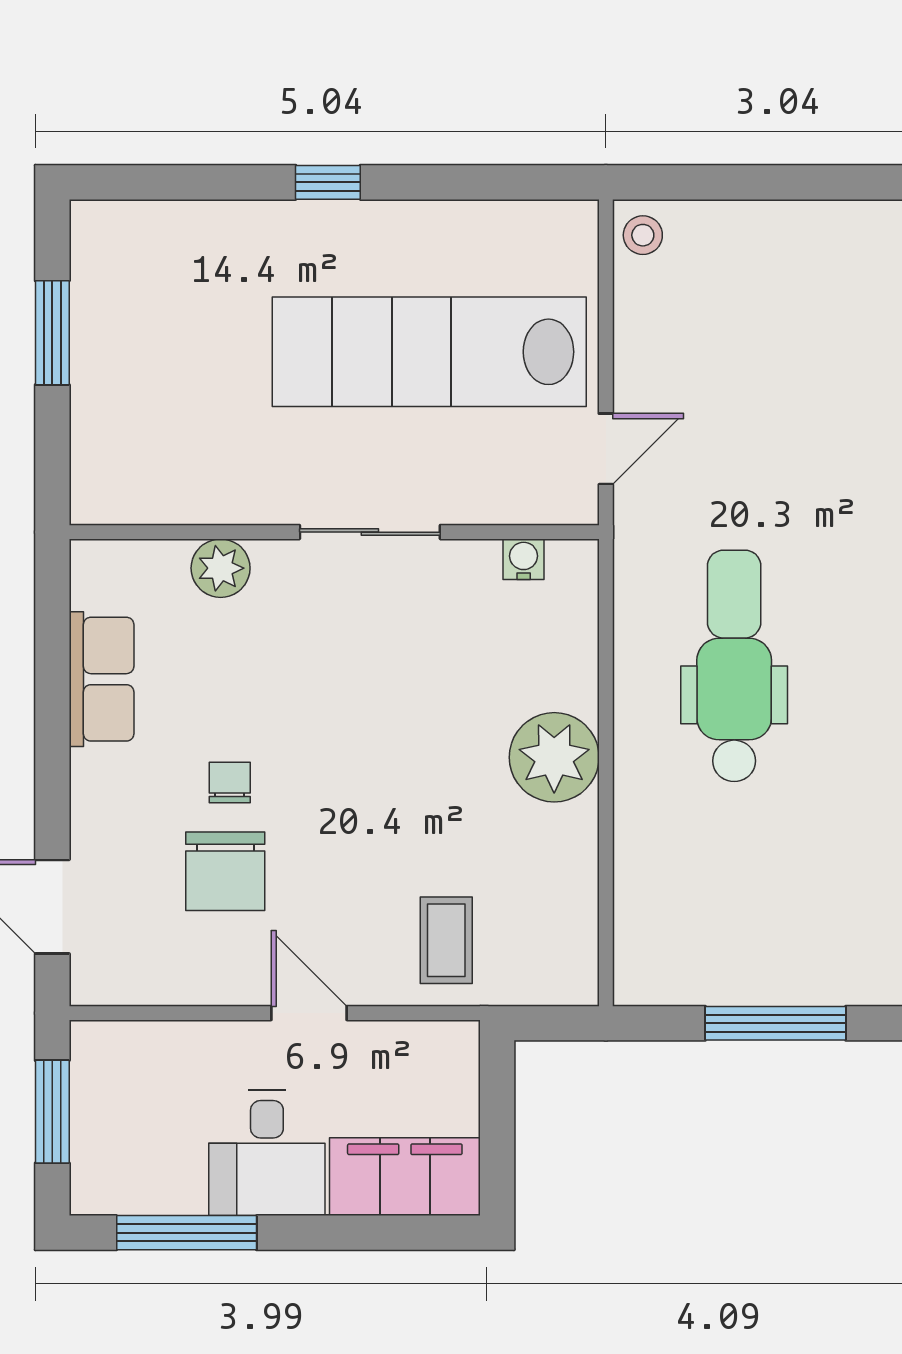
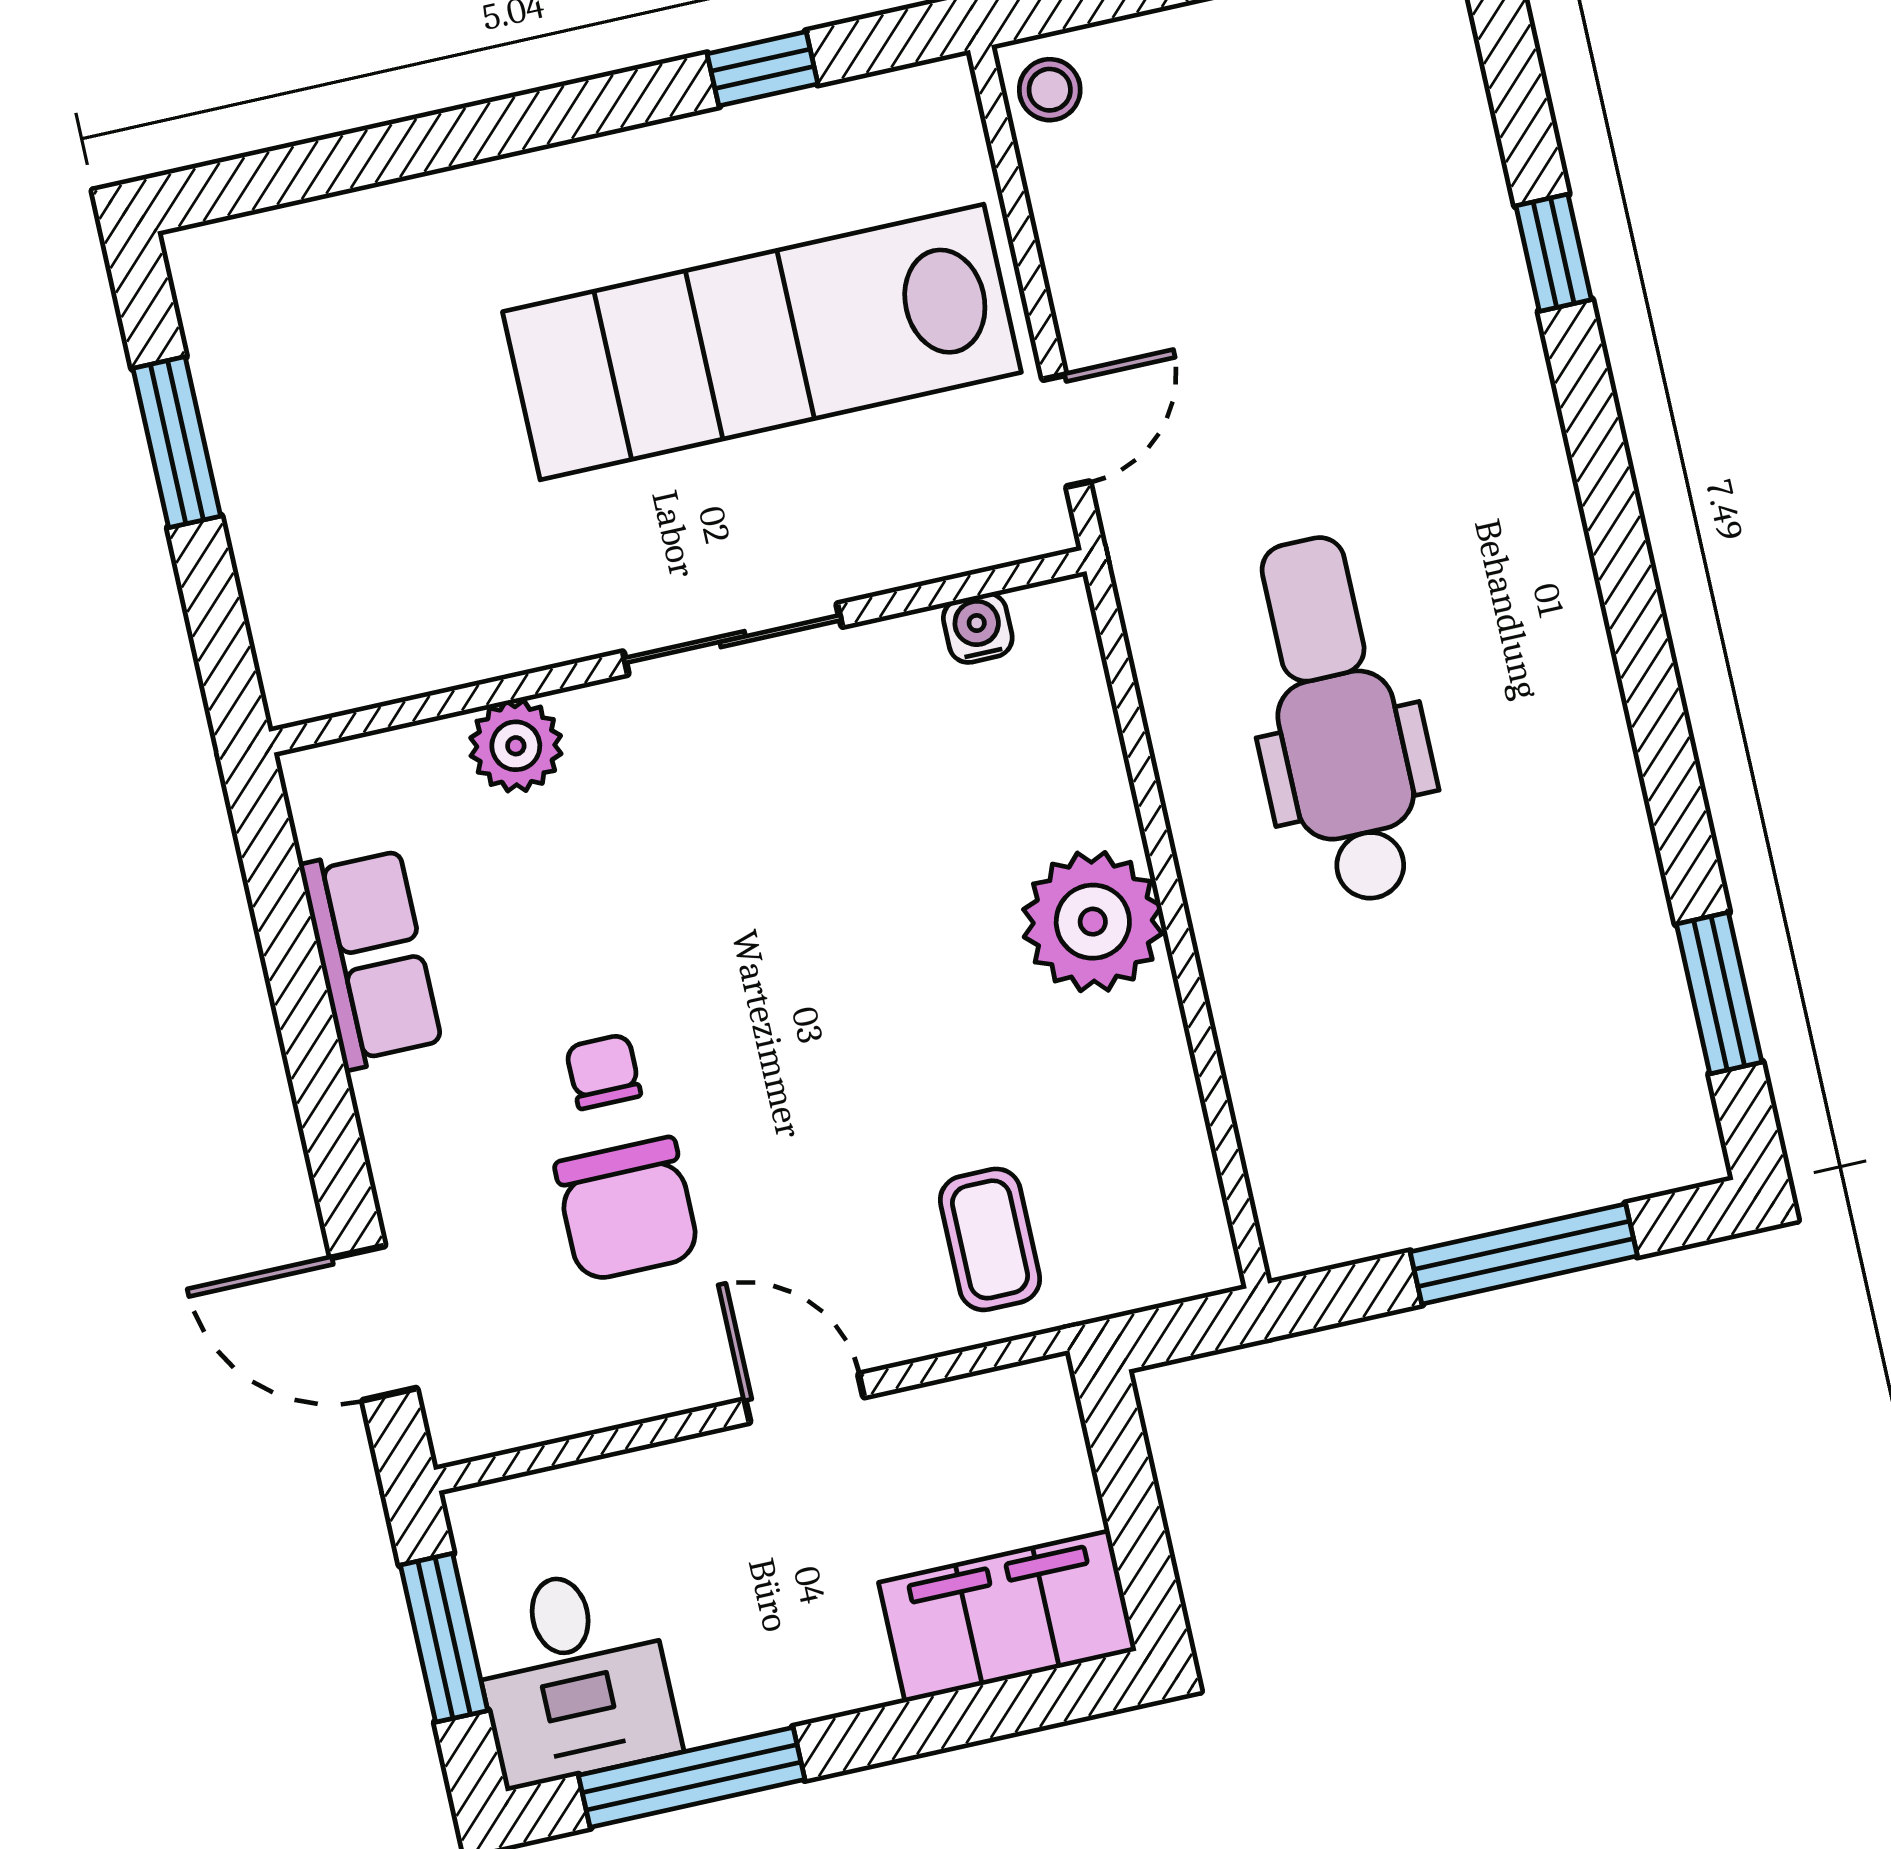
window: (328, 182) -> (763, 69), moved
desk: (267, 1153) -> (573, 1676), moved

